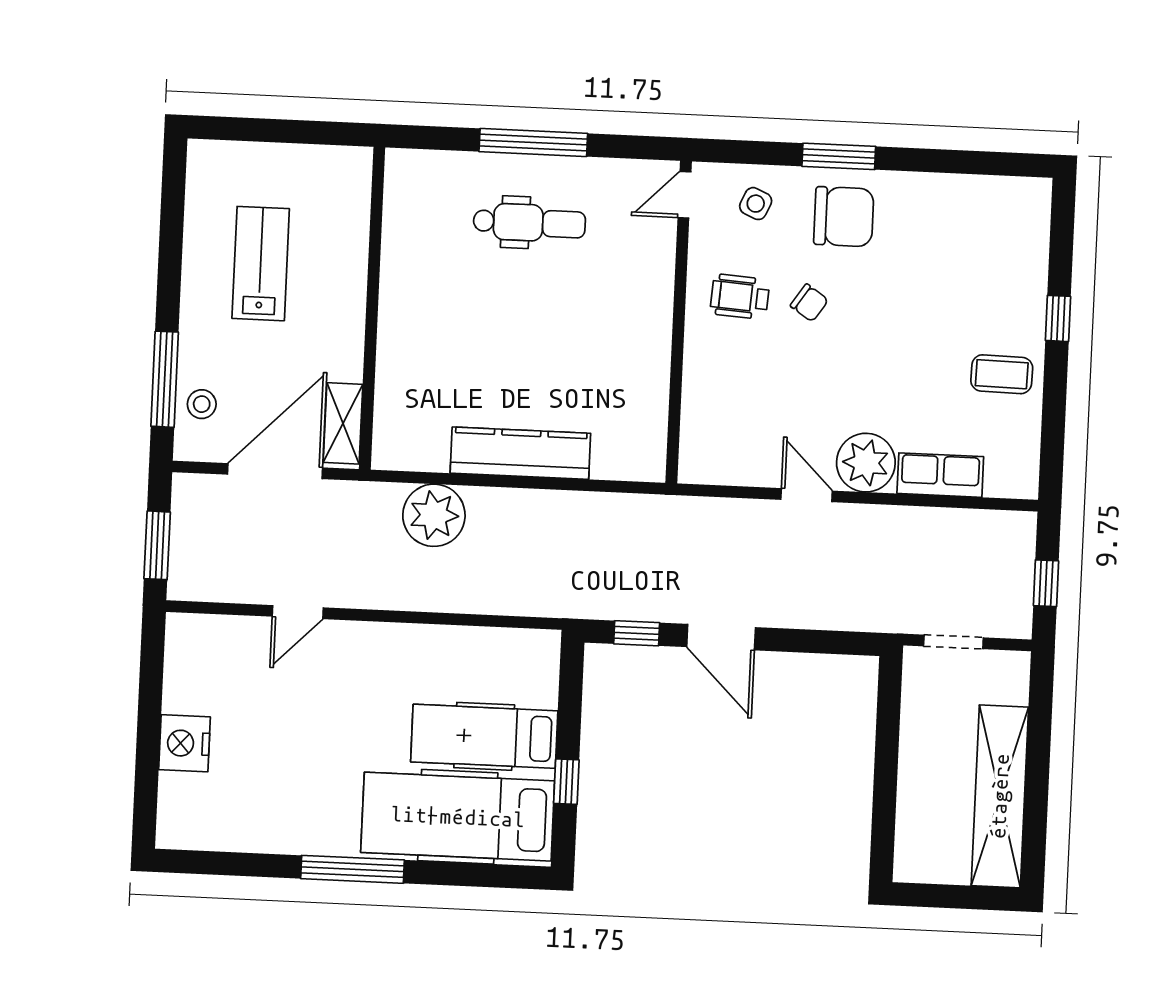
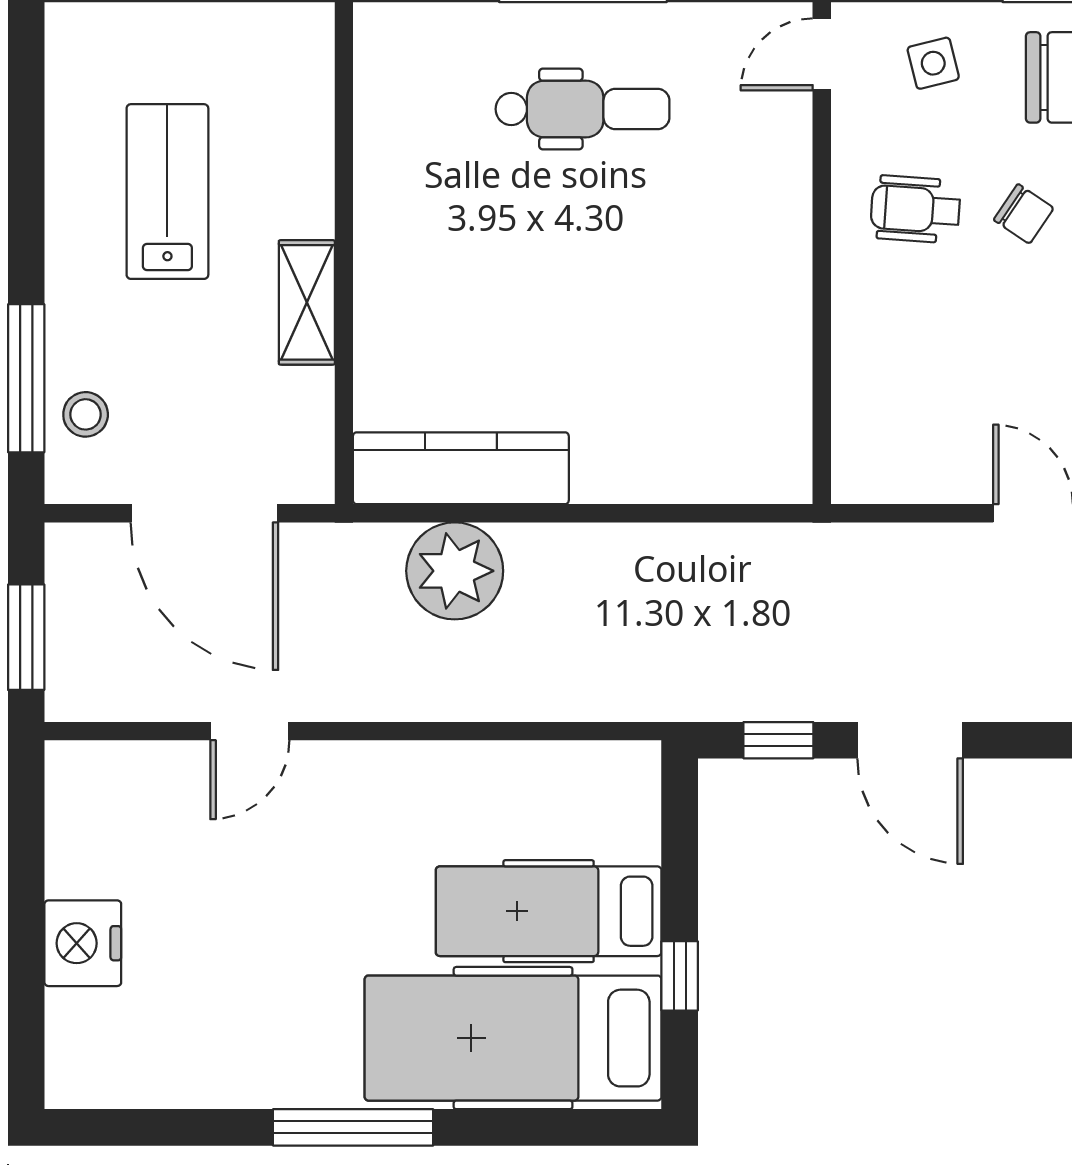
side table: (756, 204) -> (933, 63), turned -38
shelving: (343, 423) -> (307, 302), moved
kitchen counter: (520, 453) -> (461, 468), moved
door: (275, 471) -> (204, 513), swing flipped

